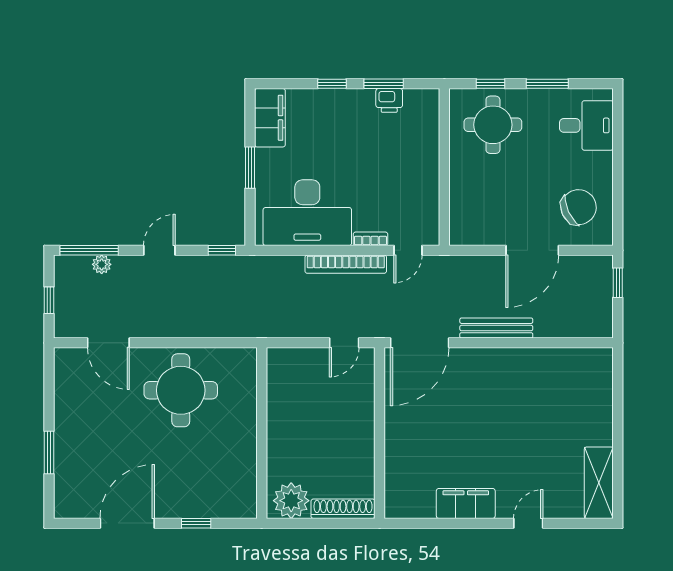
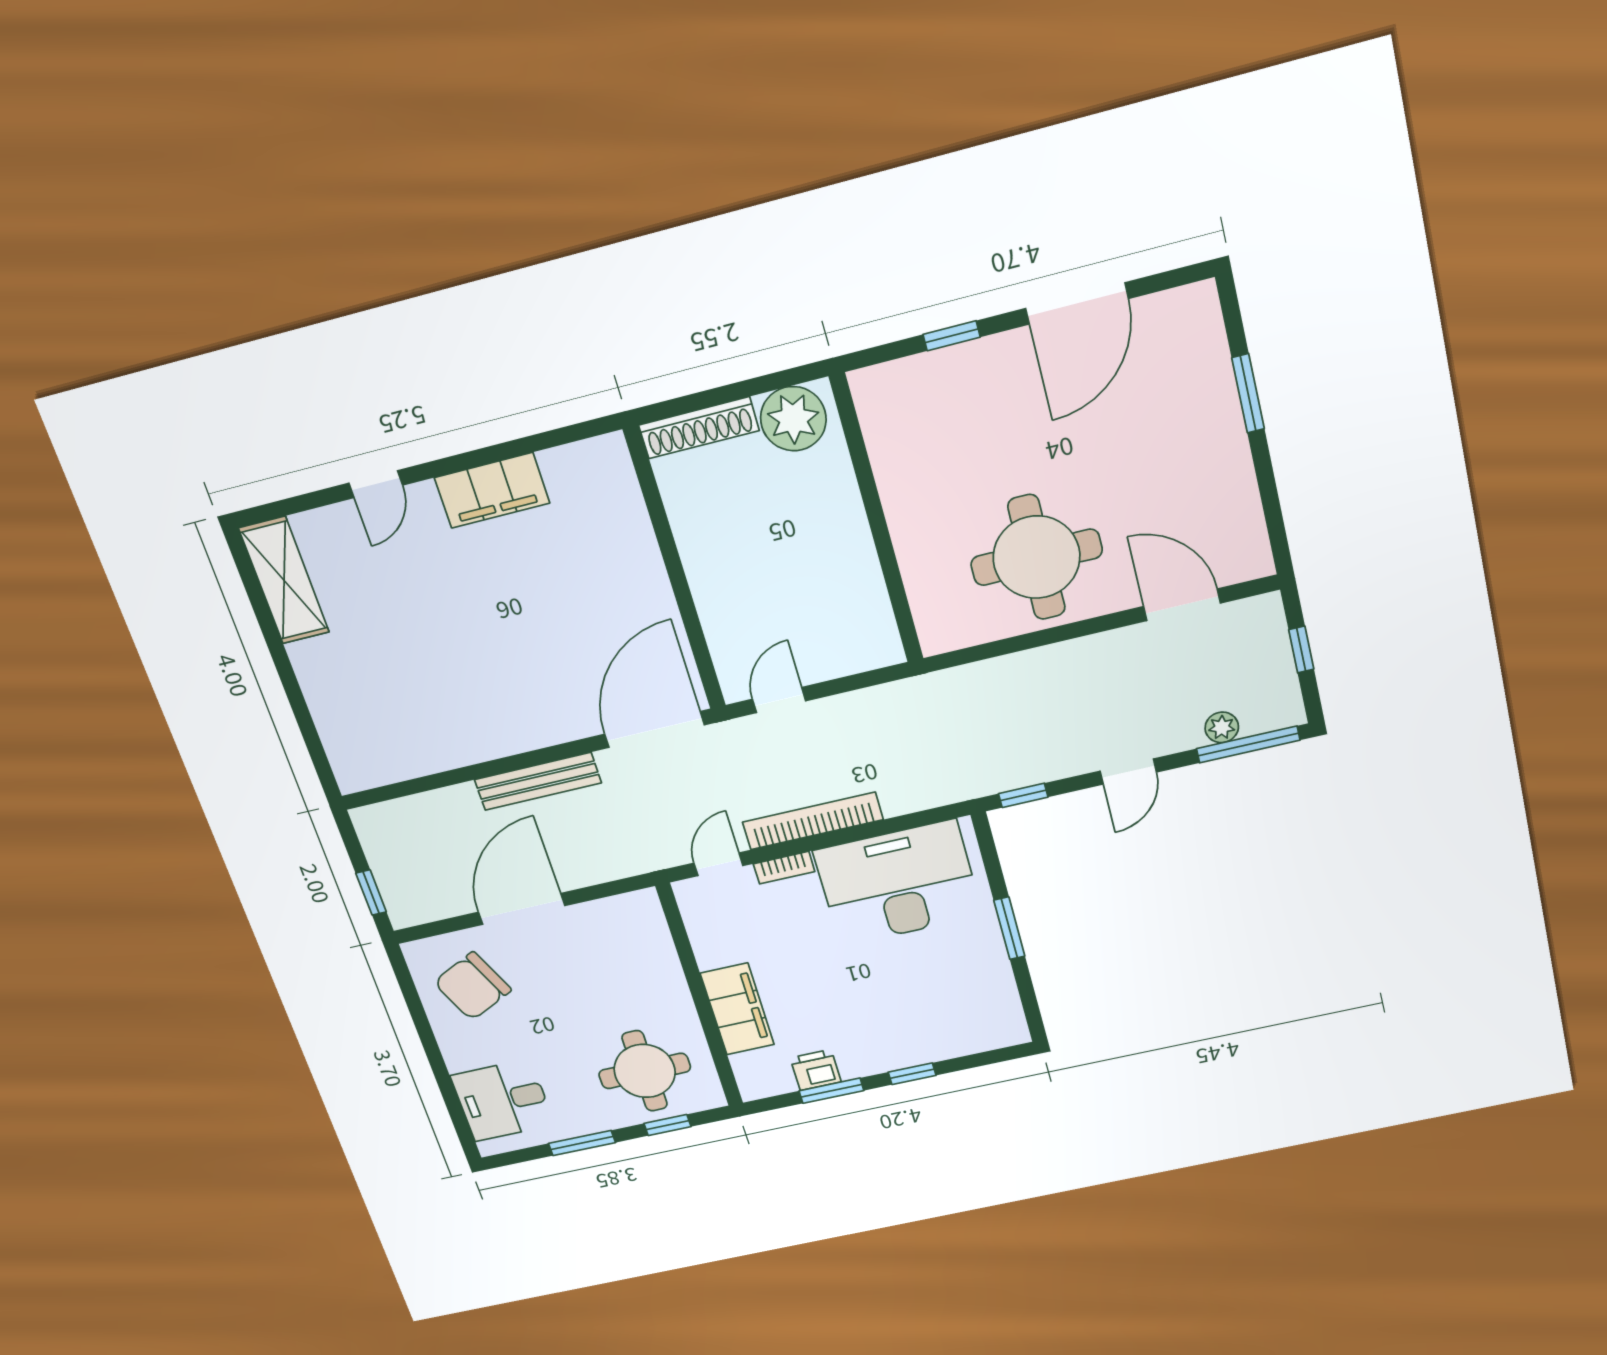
filing cabinet: (270, 118) -> (737, 1009), moved, turned 180

